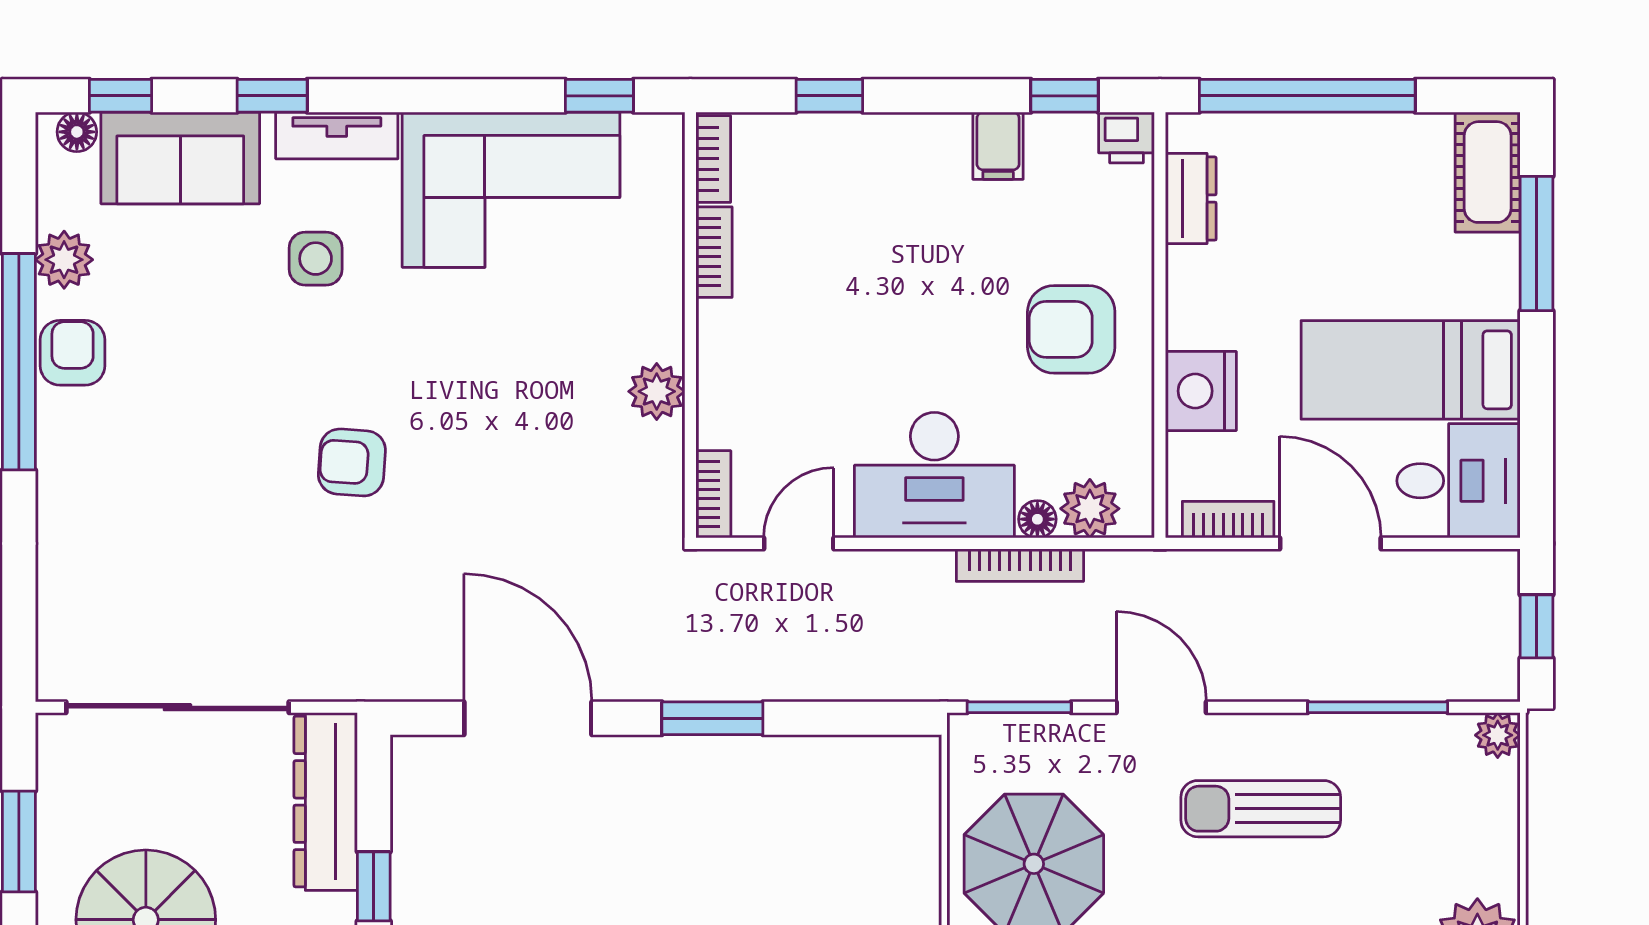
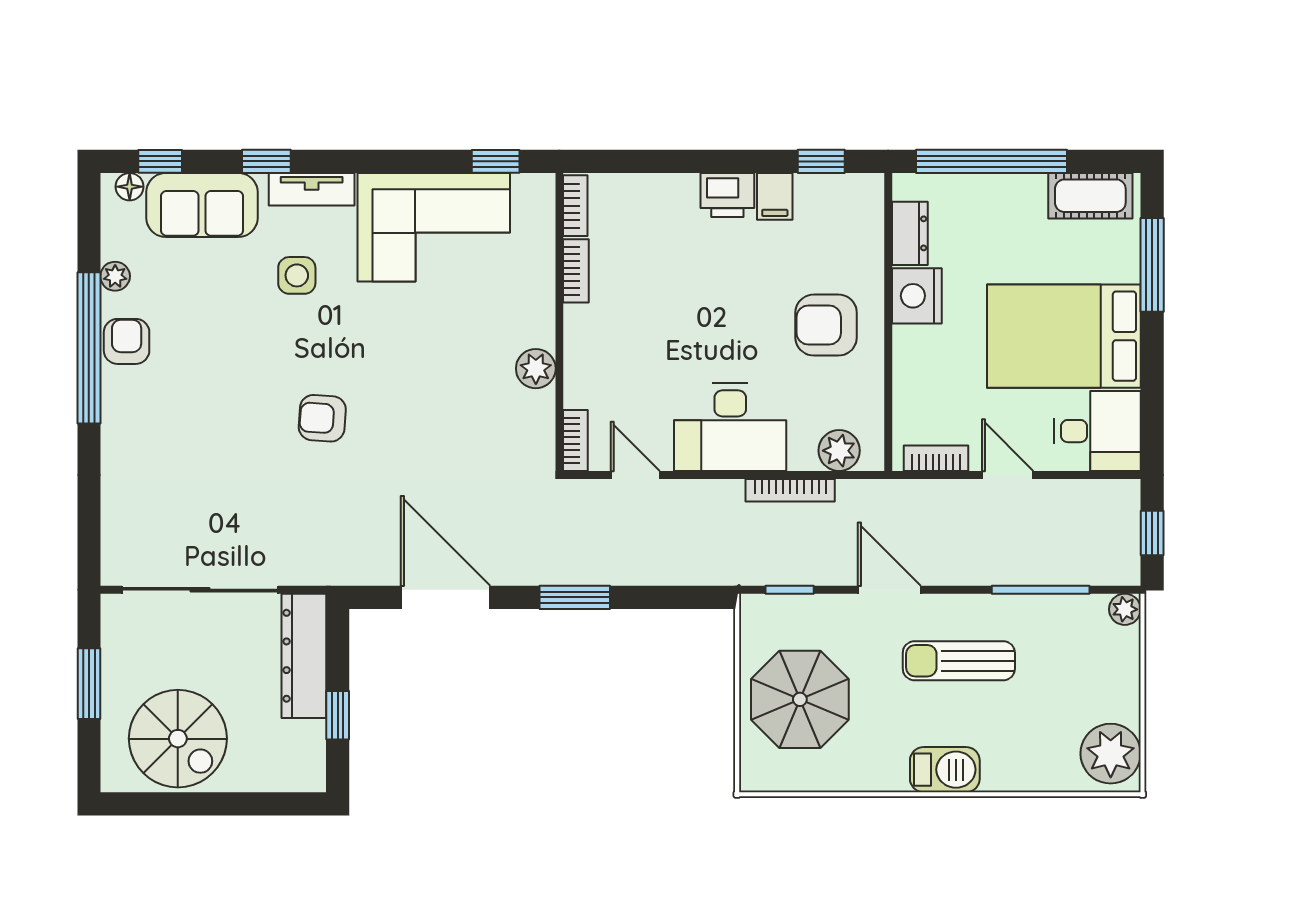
window: (829, 96) -> (657, 161), removed
printer: (1126, 138) -> (727, 195), moved, width x1.36, depth x1.24
cot: (1488, 172) -> (1090, 196), moved, turned 90
plant: (64, 260) -> (115, 276), width x0.73, depth x0.73
bed: (1411, 370) -> (1064, 336), width x1.50
nightstand: (1201, 391) -> (917, 296), moved
floor lamp: (1037, 519) -> (802, 458), removed
door: (799, 543) -> (635, 475), hinge flipped
door: (1330, 543) -> (1008, 475), width x0.73
window: (1019, 707) -> (790, 590), width x0.67

